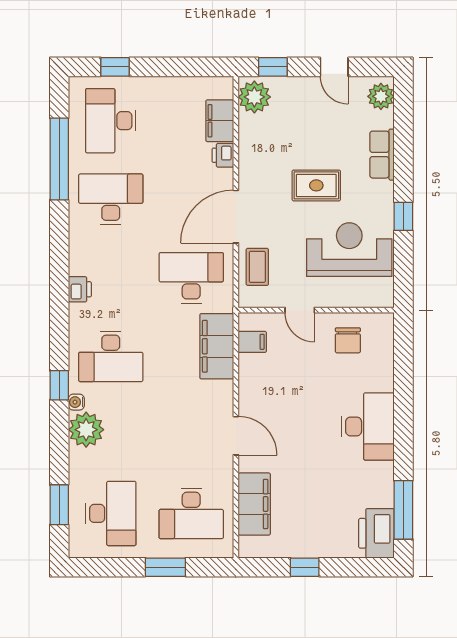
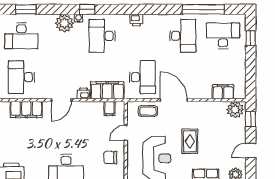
printer: (223, 155) -> (83, 93), moved

